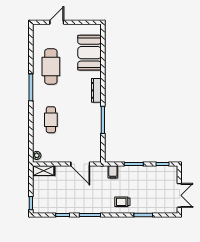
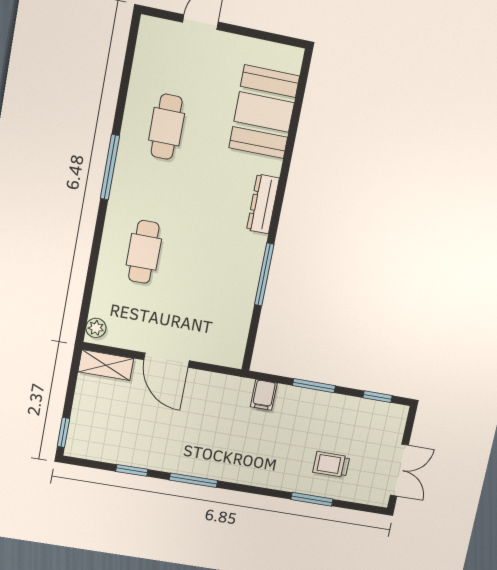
cafe table: (51, 67) -> (167, 127), width x0.73, depth x0.74
door: (80, 164) -> (167, 360), moved
trolley: (122, 202) -> (331, 464), moved

